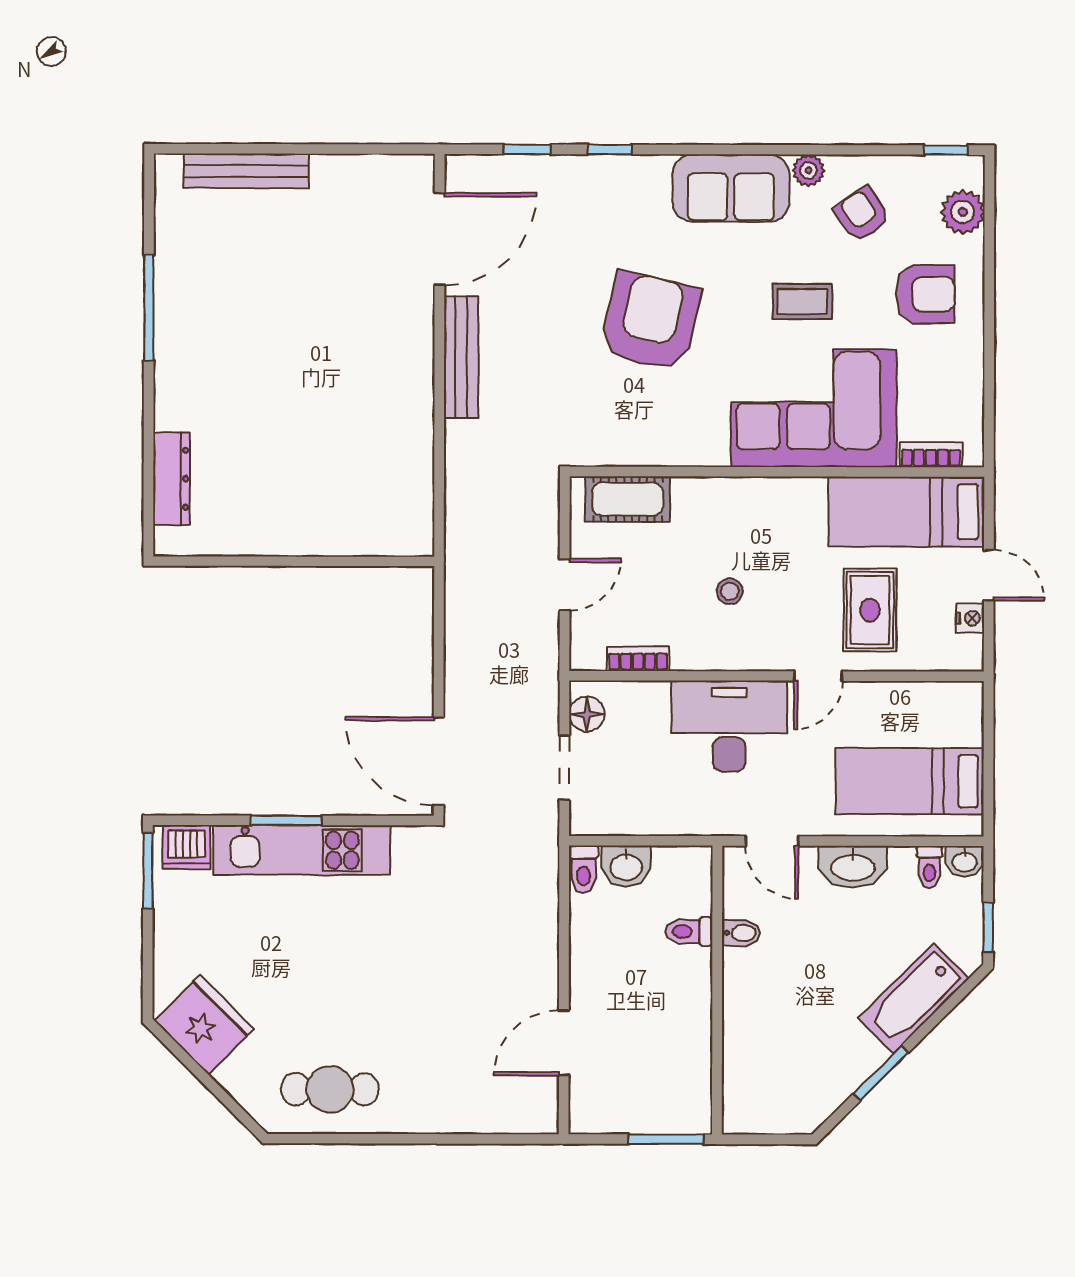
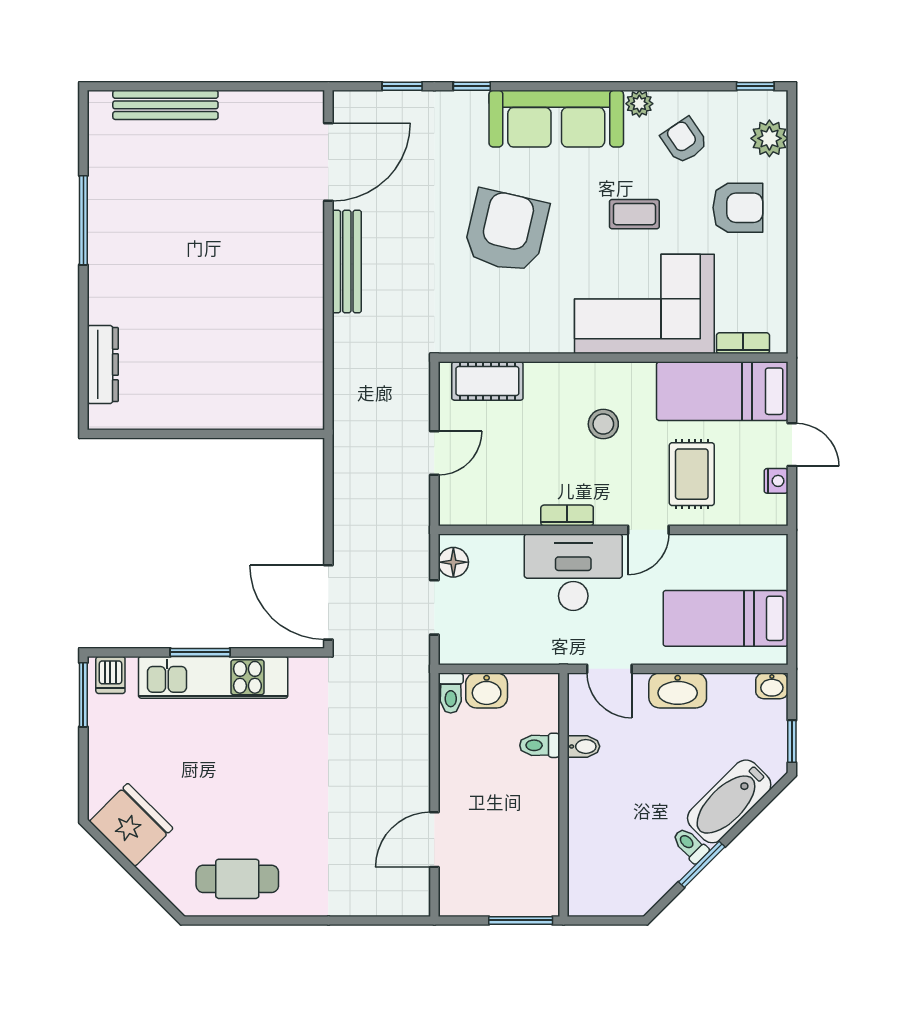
sofa: (731, 188) -> (556, 119), width x1.36
stool: (730, 591) -> (603, 424), moved, width x1.37, depth x1.37
bookcase: (638, 659) -> (567, 515), moved
dishwasher: (186, 847) -> (110, 675), width x0.73
toilet: (929, 867) -> (690, 845), moved, turned 135

